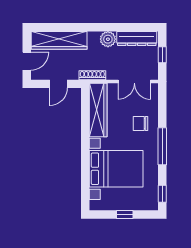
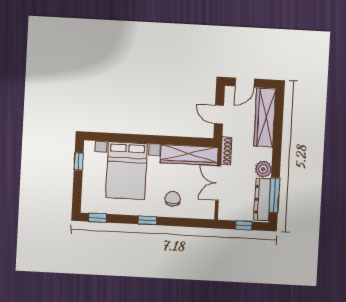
window: (132, 27) -> (274, 195), added
door: (27, 61) -> (245, 83), hinge flipped
double door: (134, 81) -> (218, 183), moved
window: (162, 146) -> (148, 220), width x0.46
window: (125, 215) -> (79, 162), moved

